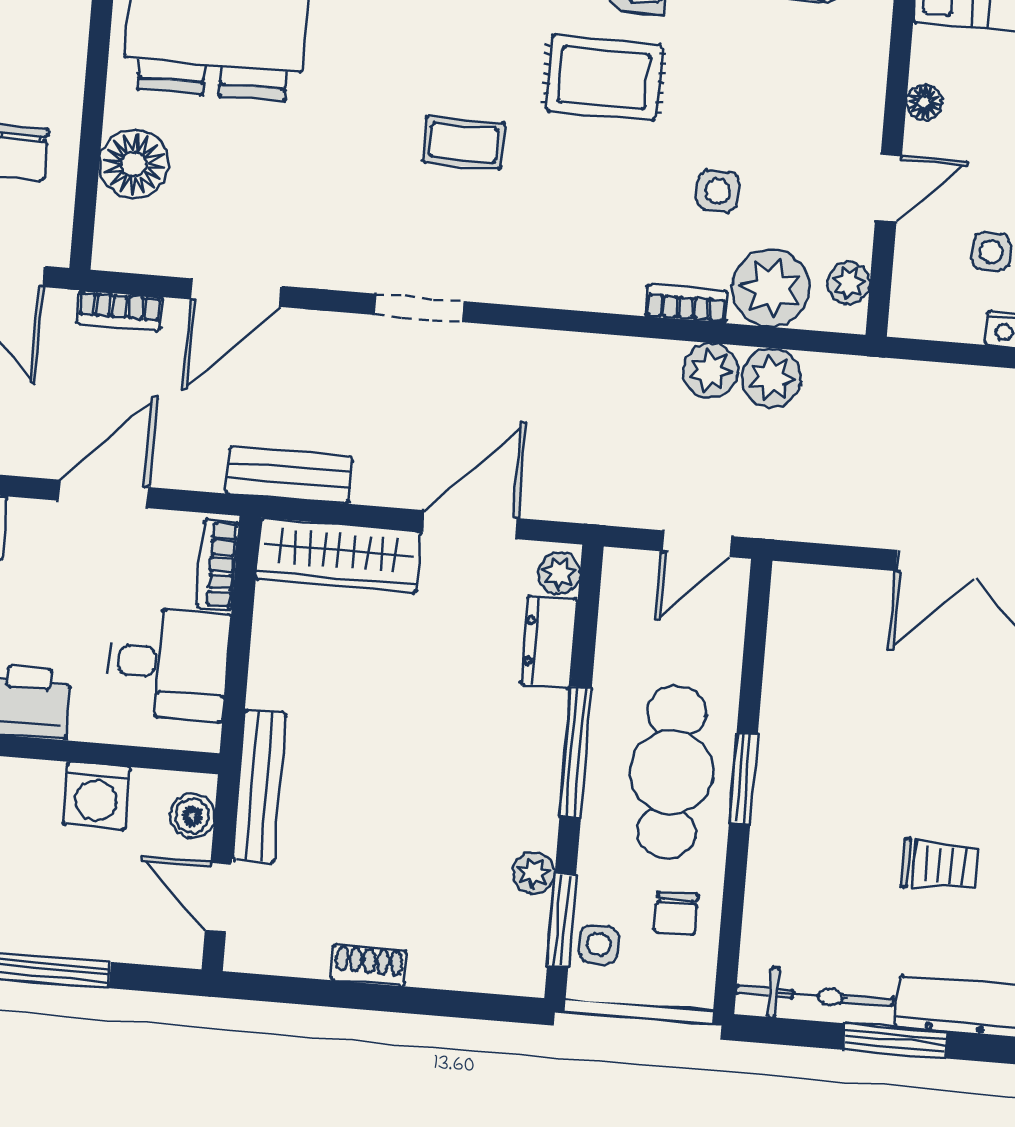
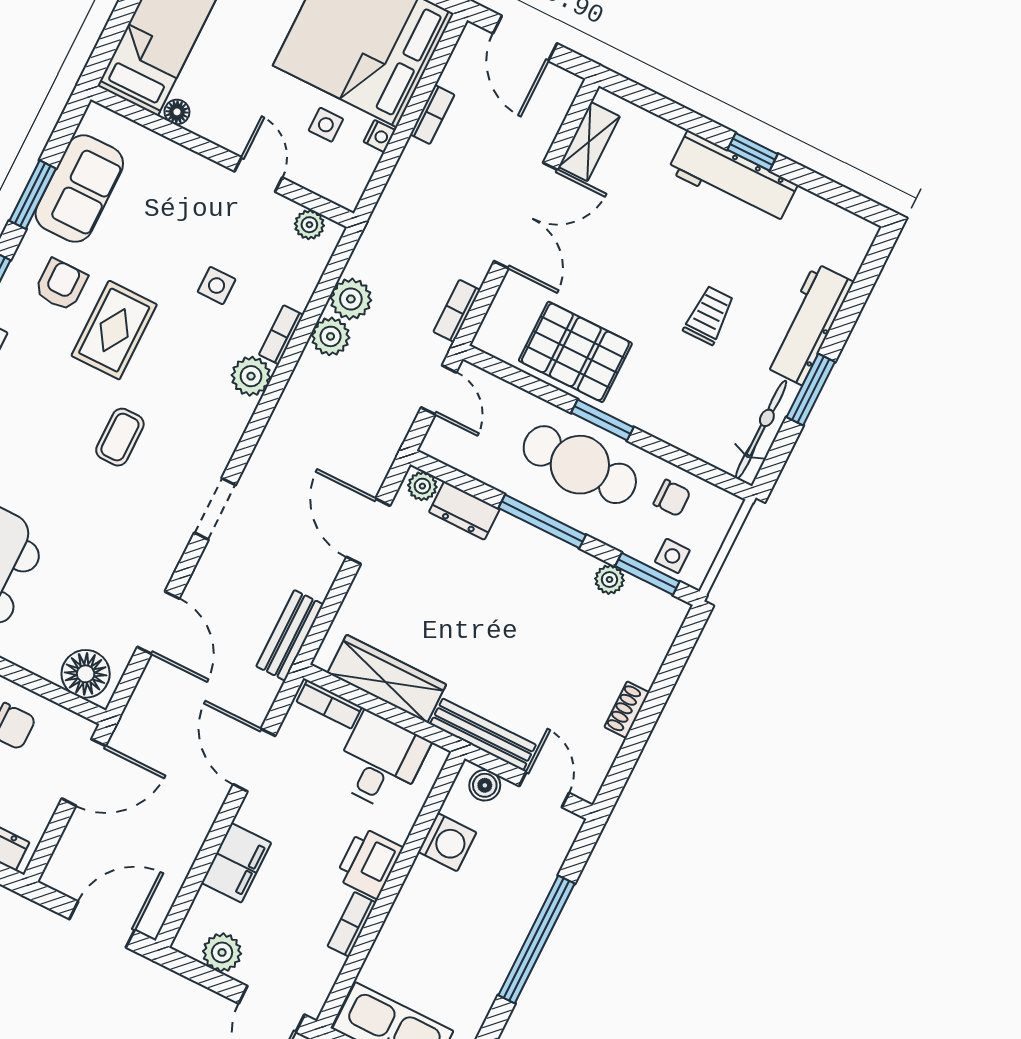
floor lamp: (924, 102) -> (177, 112), moved
floor lamp: (134, 164) -> (86, 674), moved
plant: (771, 288) -> (251, 376), moved, width x0.73, depth x0.73
bookcase: (120, 310) -> (457, 311), moved, turned 180
wardrobe: (338, 555) -> (387, 679), moved, turned -90
pallet: (820, 706) -> (575, 352), added
door: (218, 897) -> (544, 789), swing flipped

